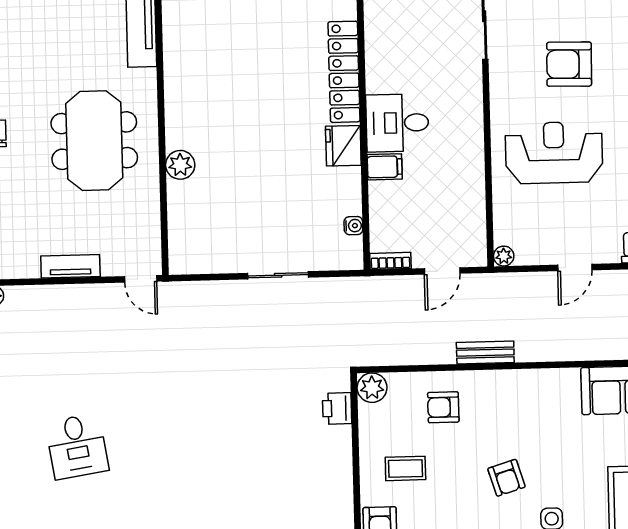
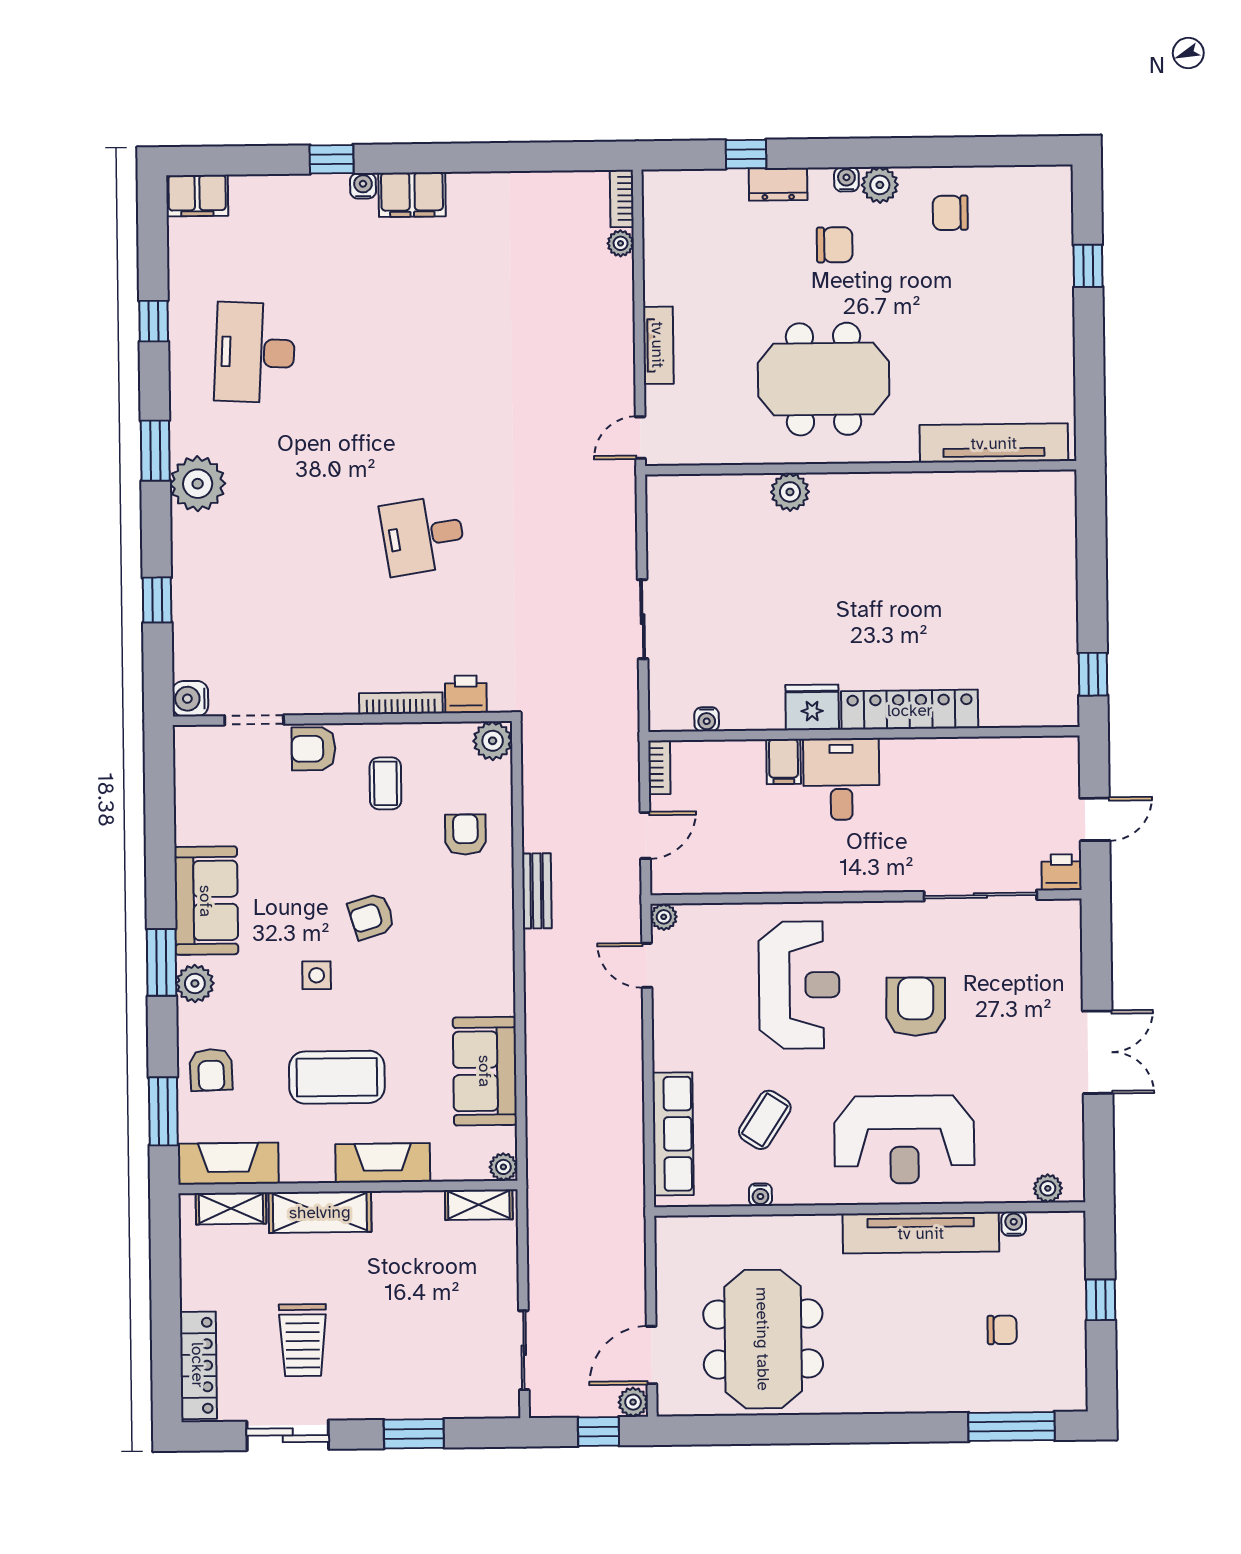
door: (575, 267) -> (647, 965), moved
door: (442, 271) -> (645, 835), swing flipped
desk: (77, 446) -> (423, 535), moved
bookcase: (344, 458) -> (401, 703), added

